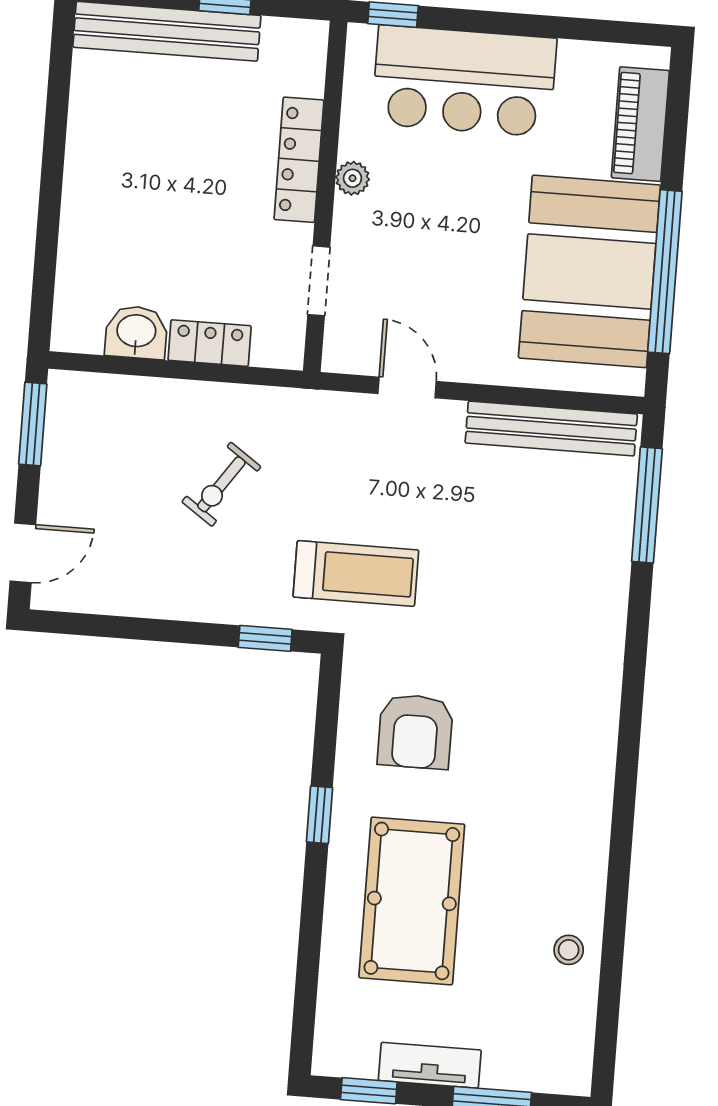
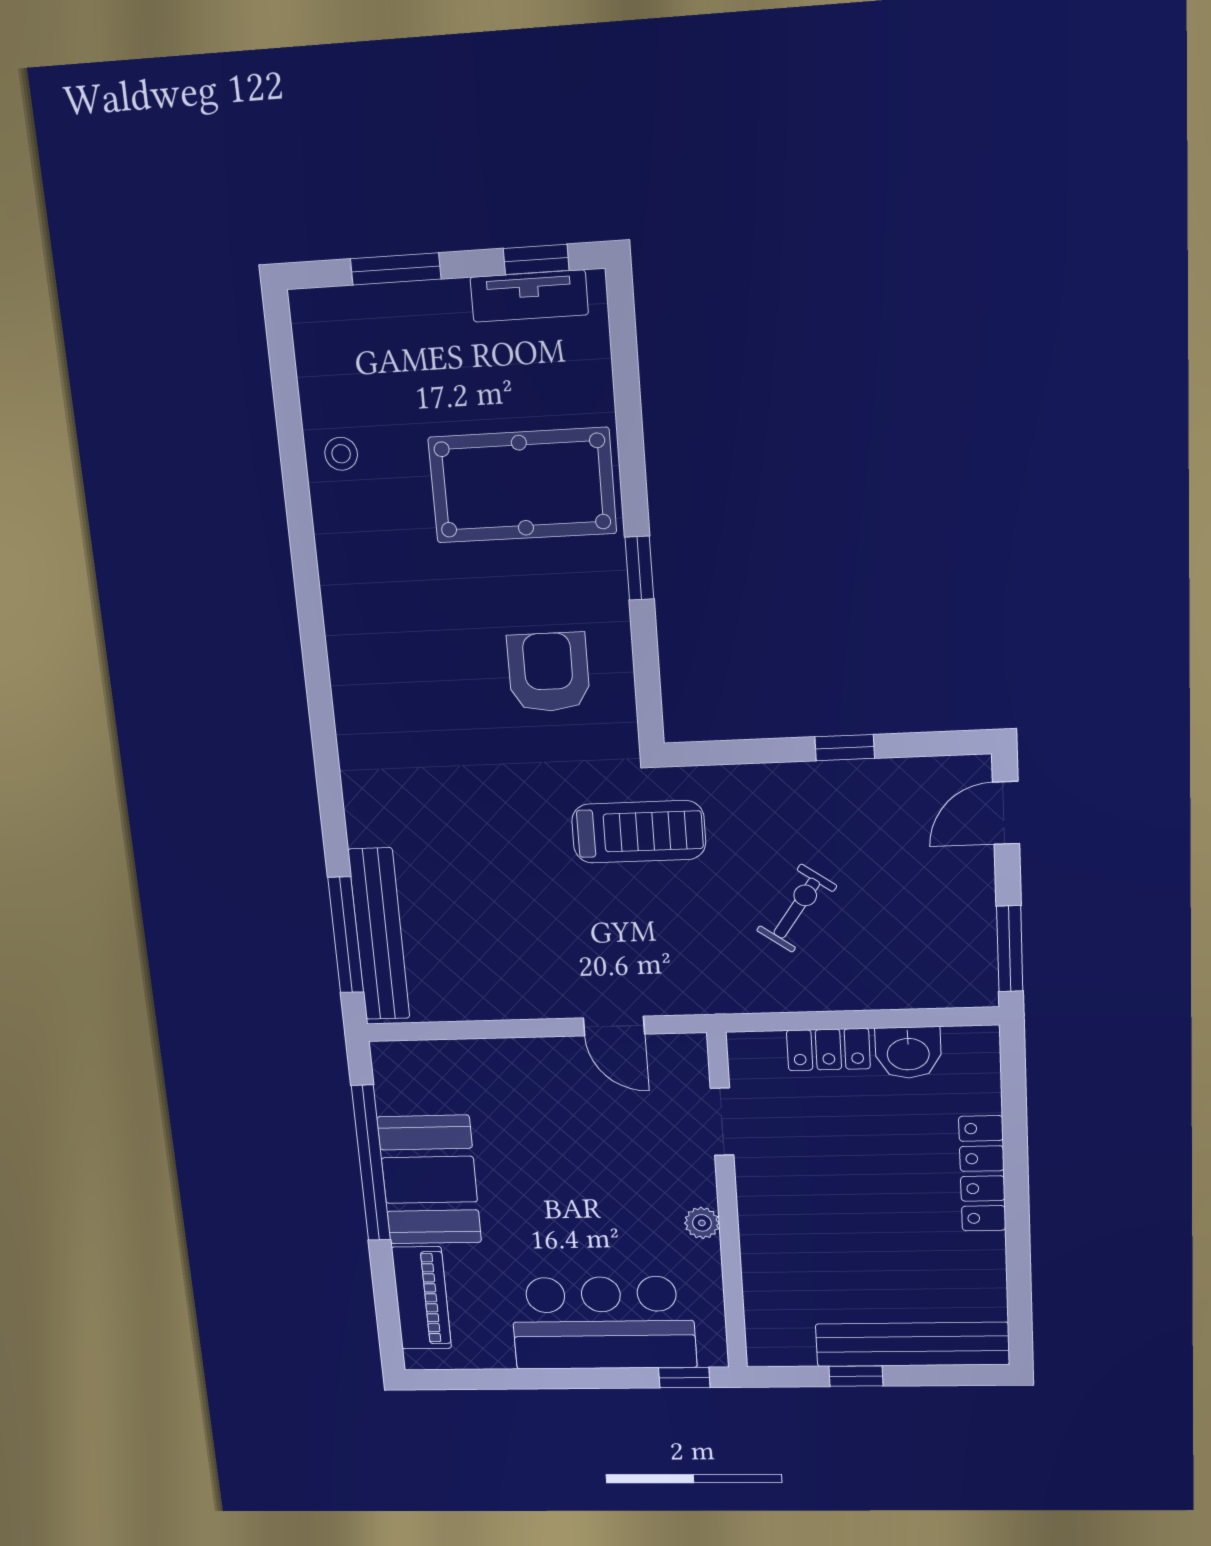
locker: (299, 160) -> (982, 1174), moved, turned 180
booth: (589, 271) -> (429, 1180), width x0.73, depth x0.70
bench: (551, 429) -> (379, 934), moved, turned 90
treadmill: (356, 573) -> (639, 832), turned 180
window: (265, 638) -> (845, 748), moved
pool table: (412, 901) -> (522, 485), turned 90
tv unit: (430, 1065) -> (529, 296), moved

